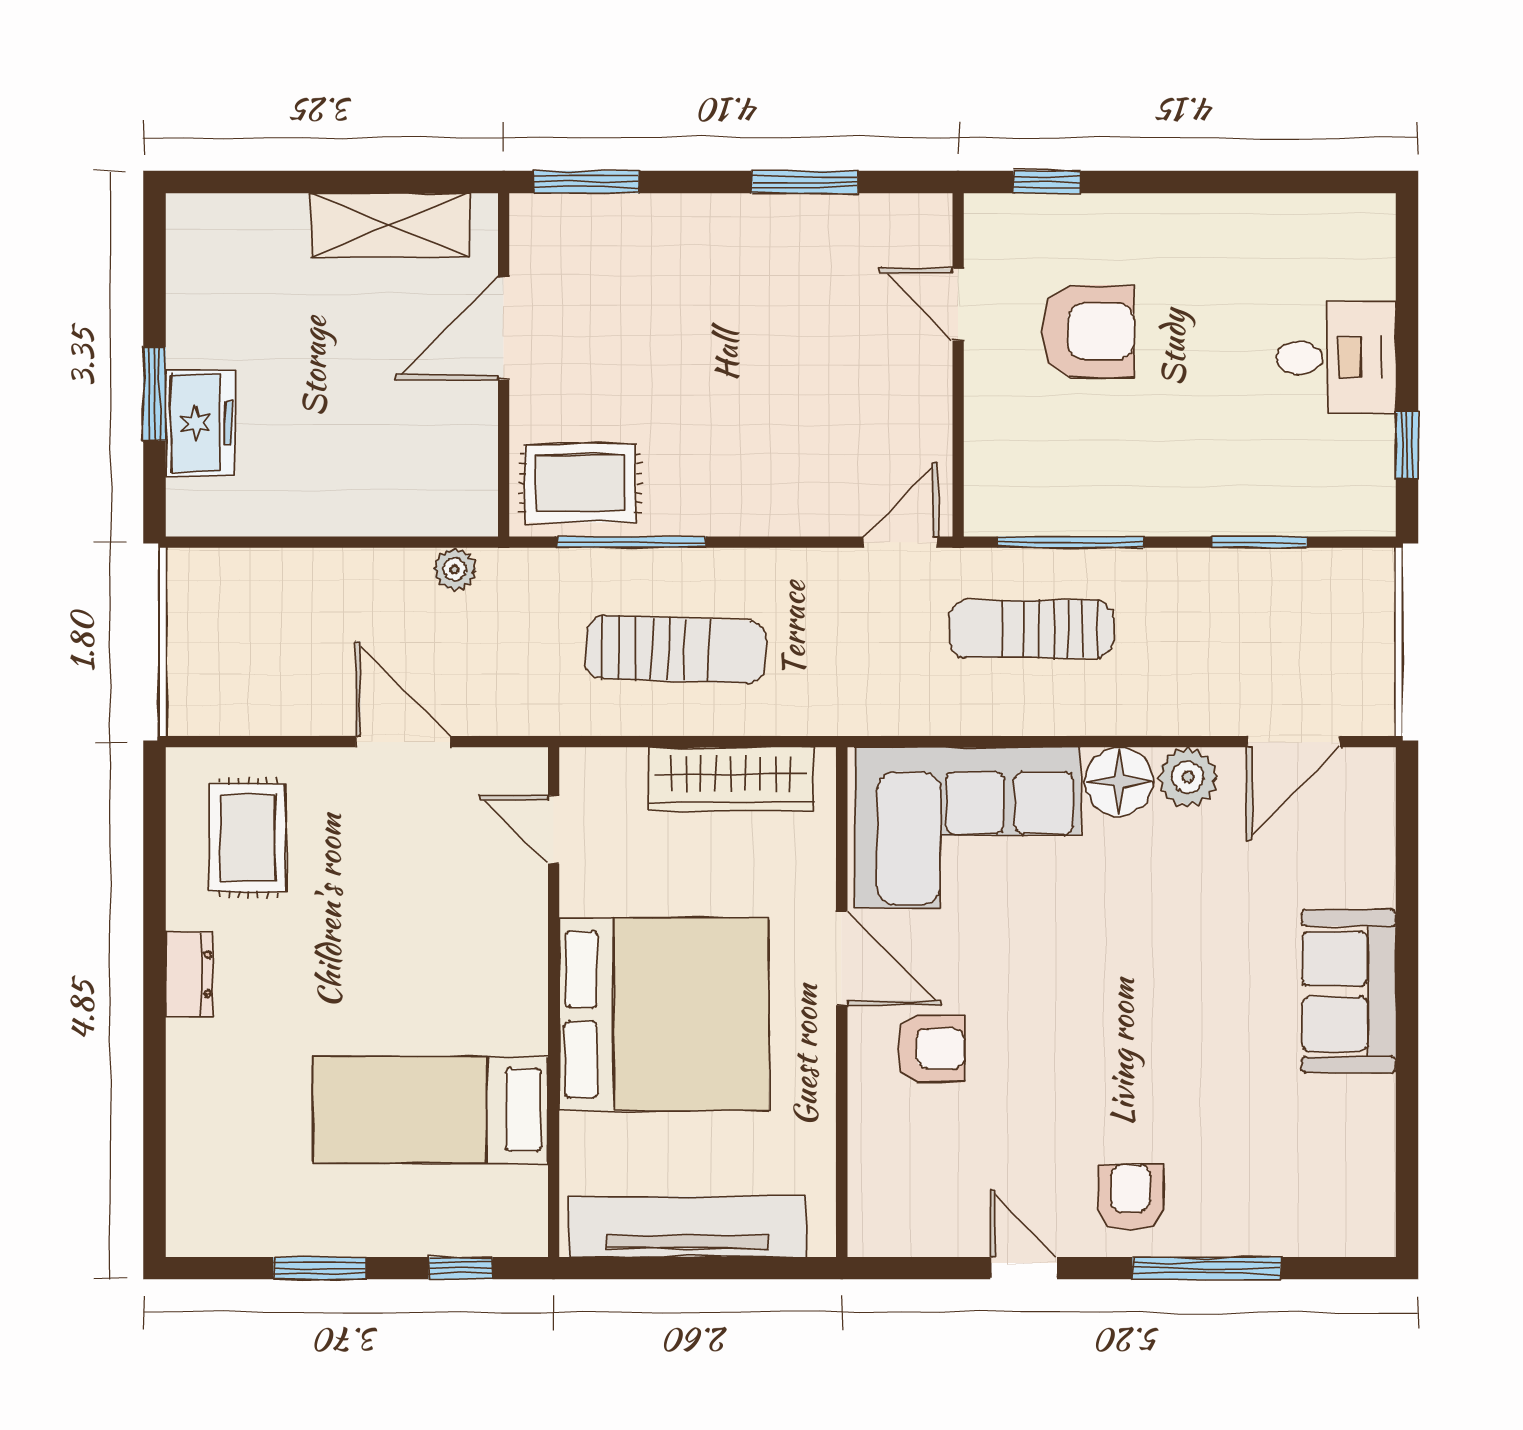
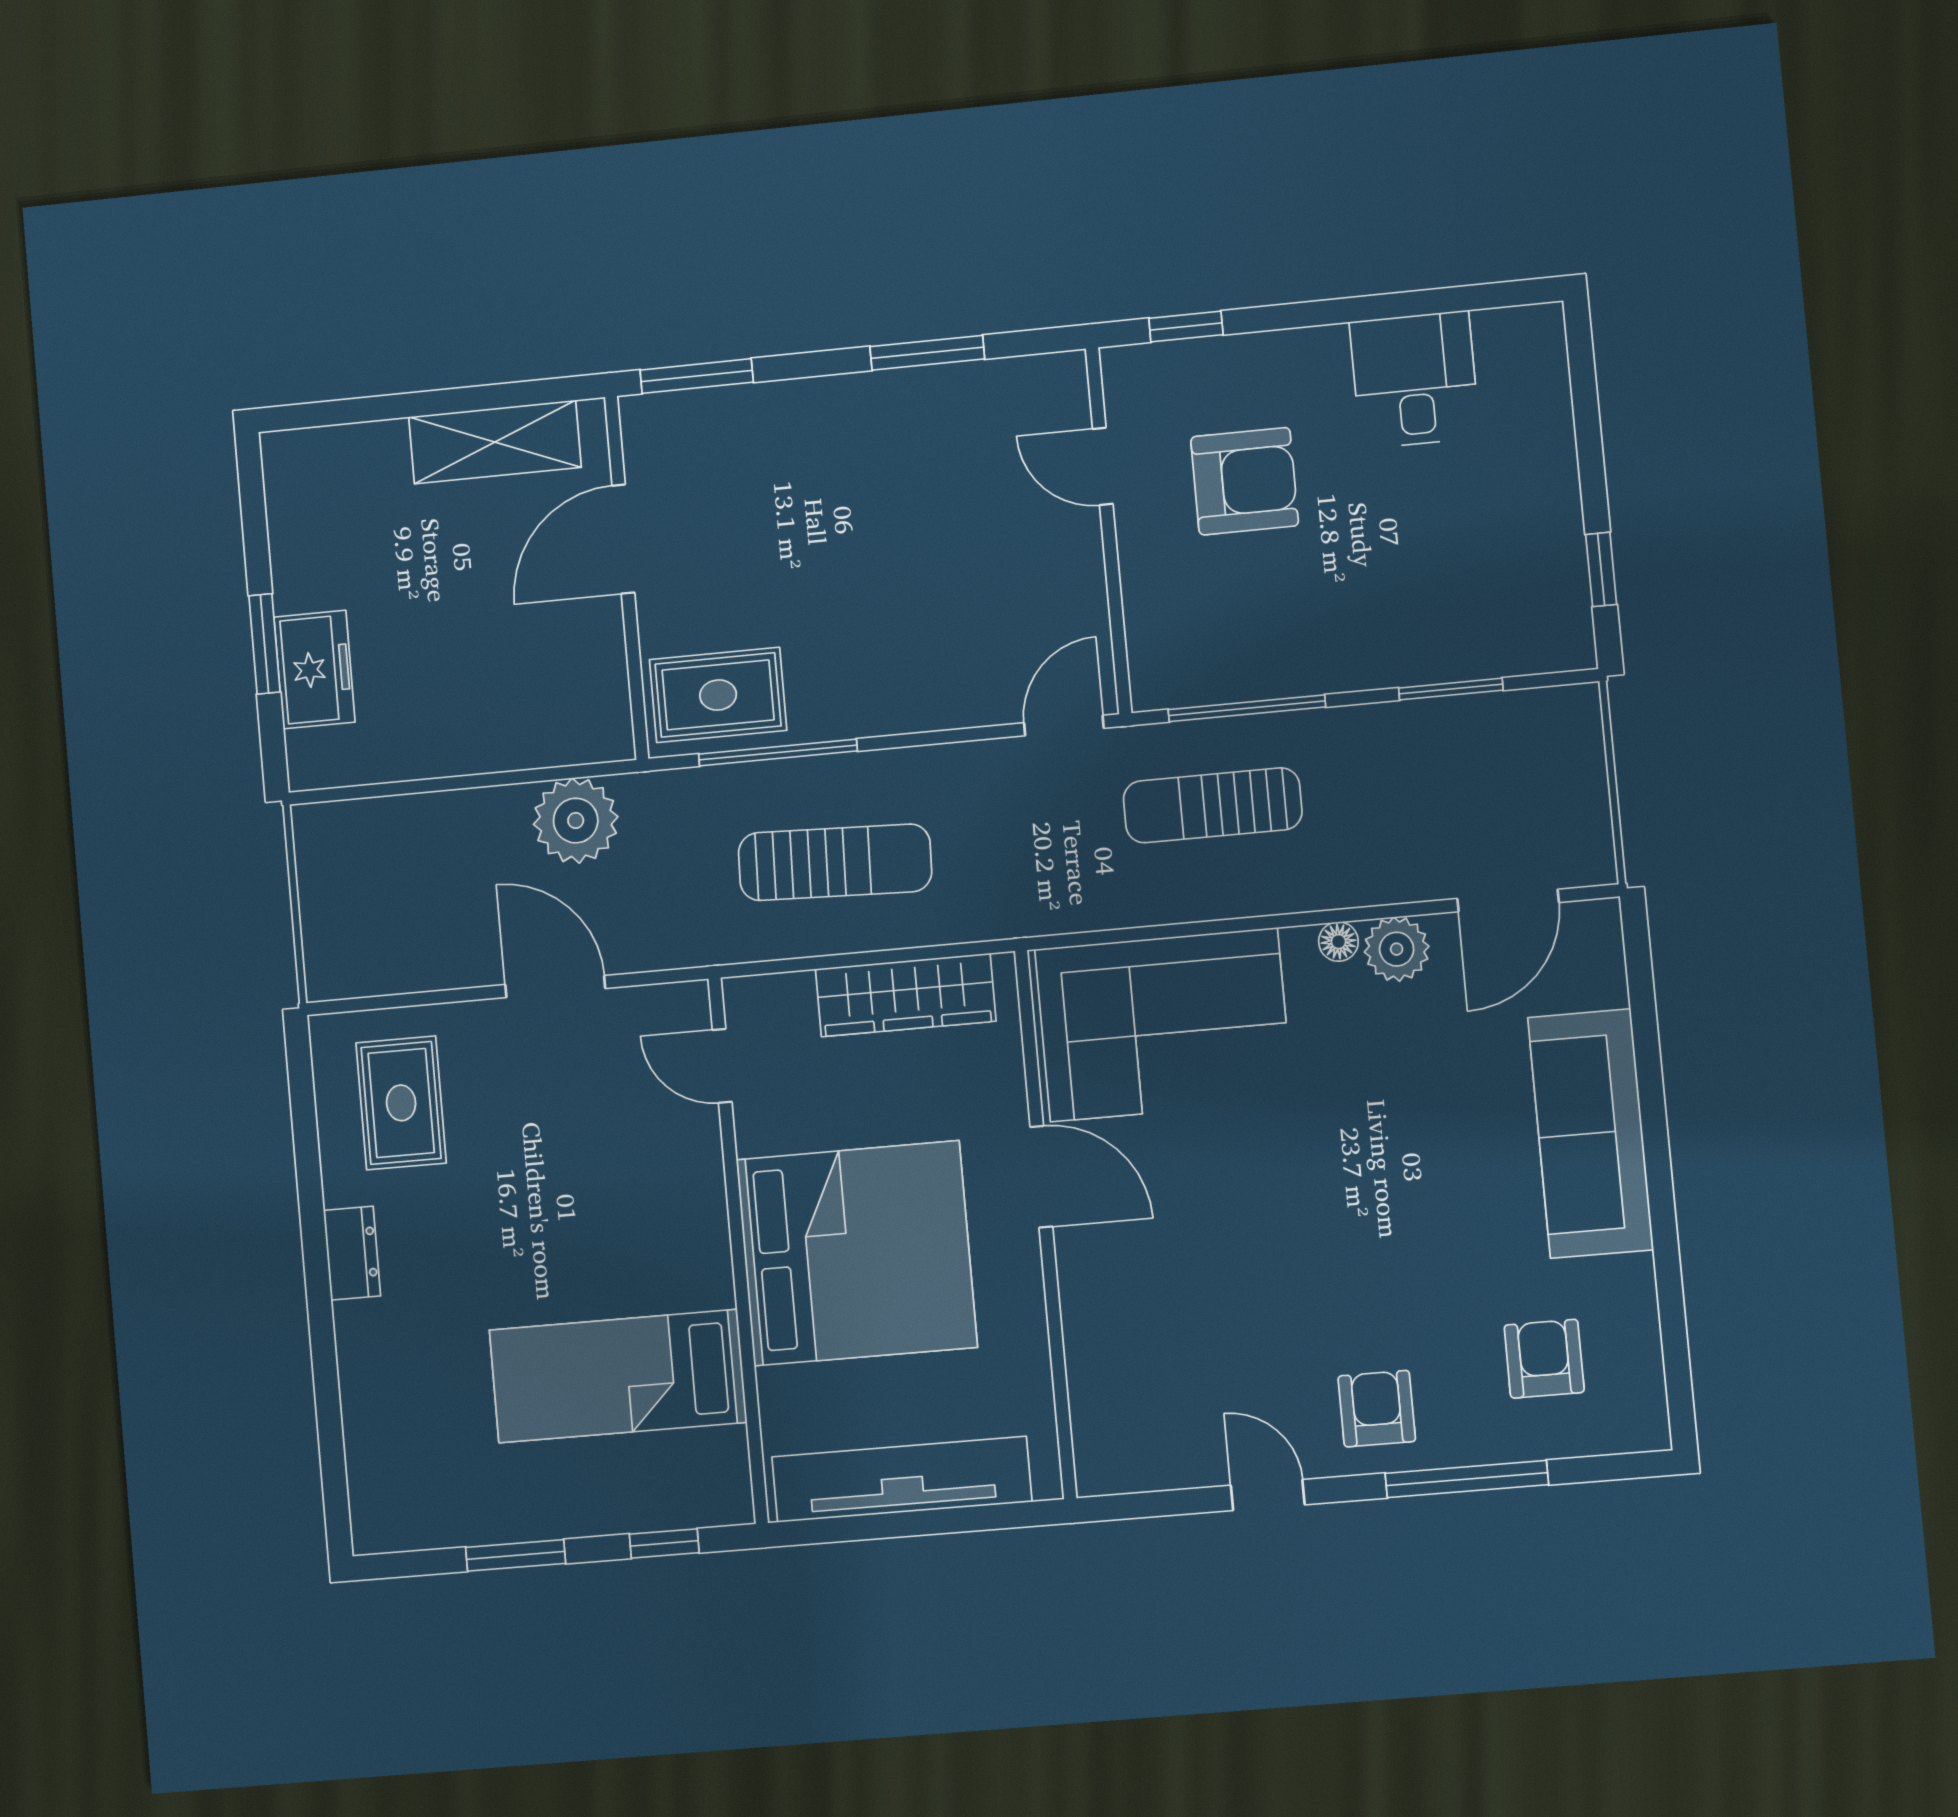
desk: (1336, 358) -> (1415, 380), moved, turned -90
plant: (455, 569) -> (576, 821), width x1.88, depth x1.88
floor lamp: (1119, 782) -> (1338, 942), width x0.53, depth x0.53
sofa: (1349, 991) -> (1591, 1134), width x1.36
armchair: (931, 1049) -> (1544, 1359), moved, turned -90

